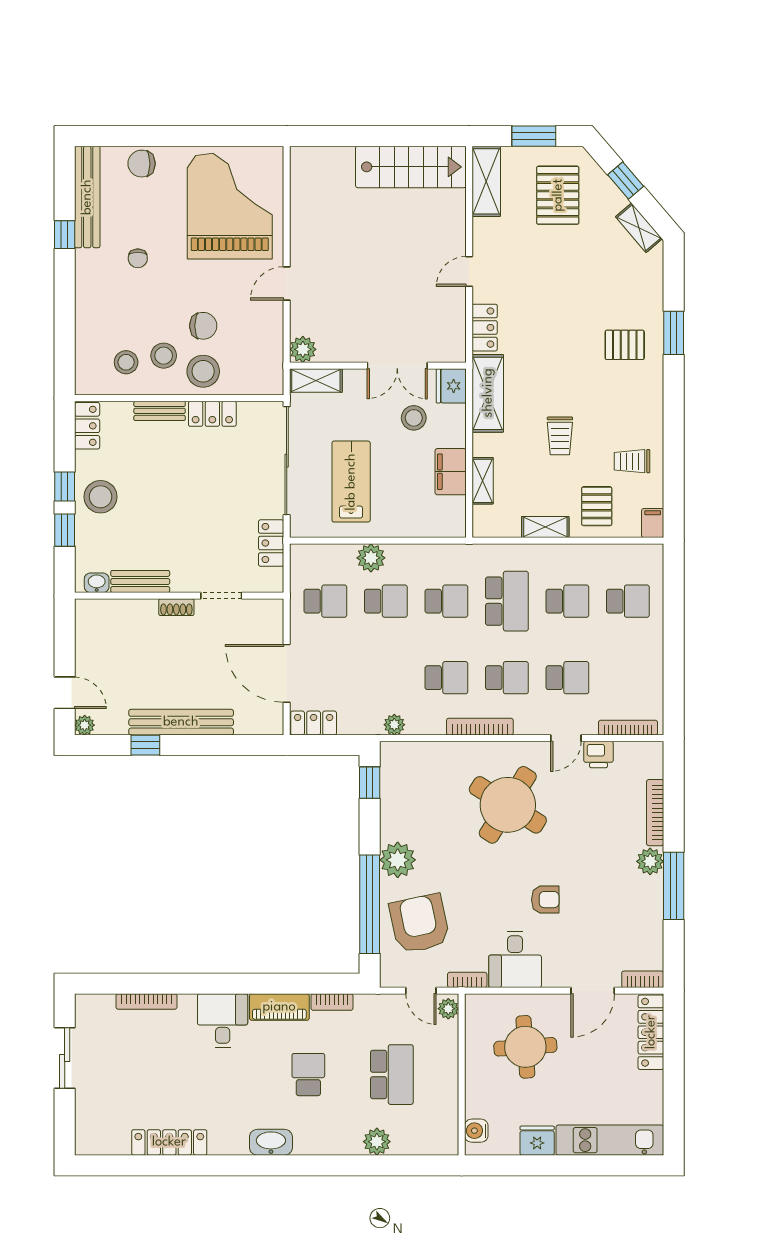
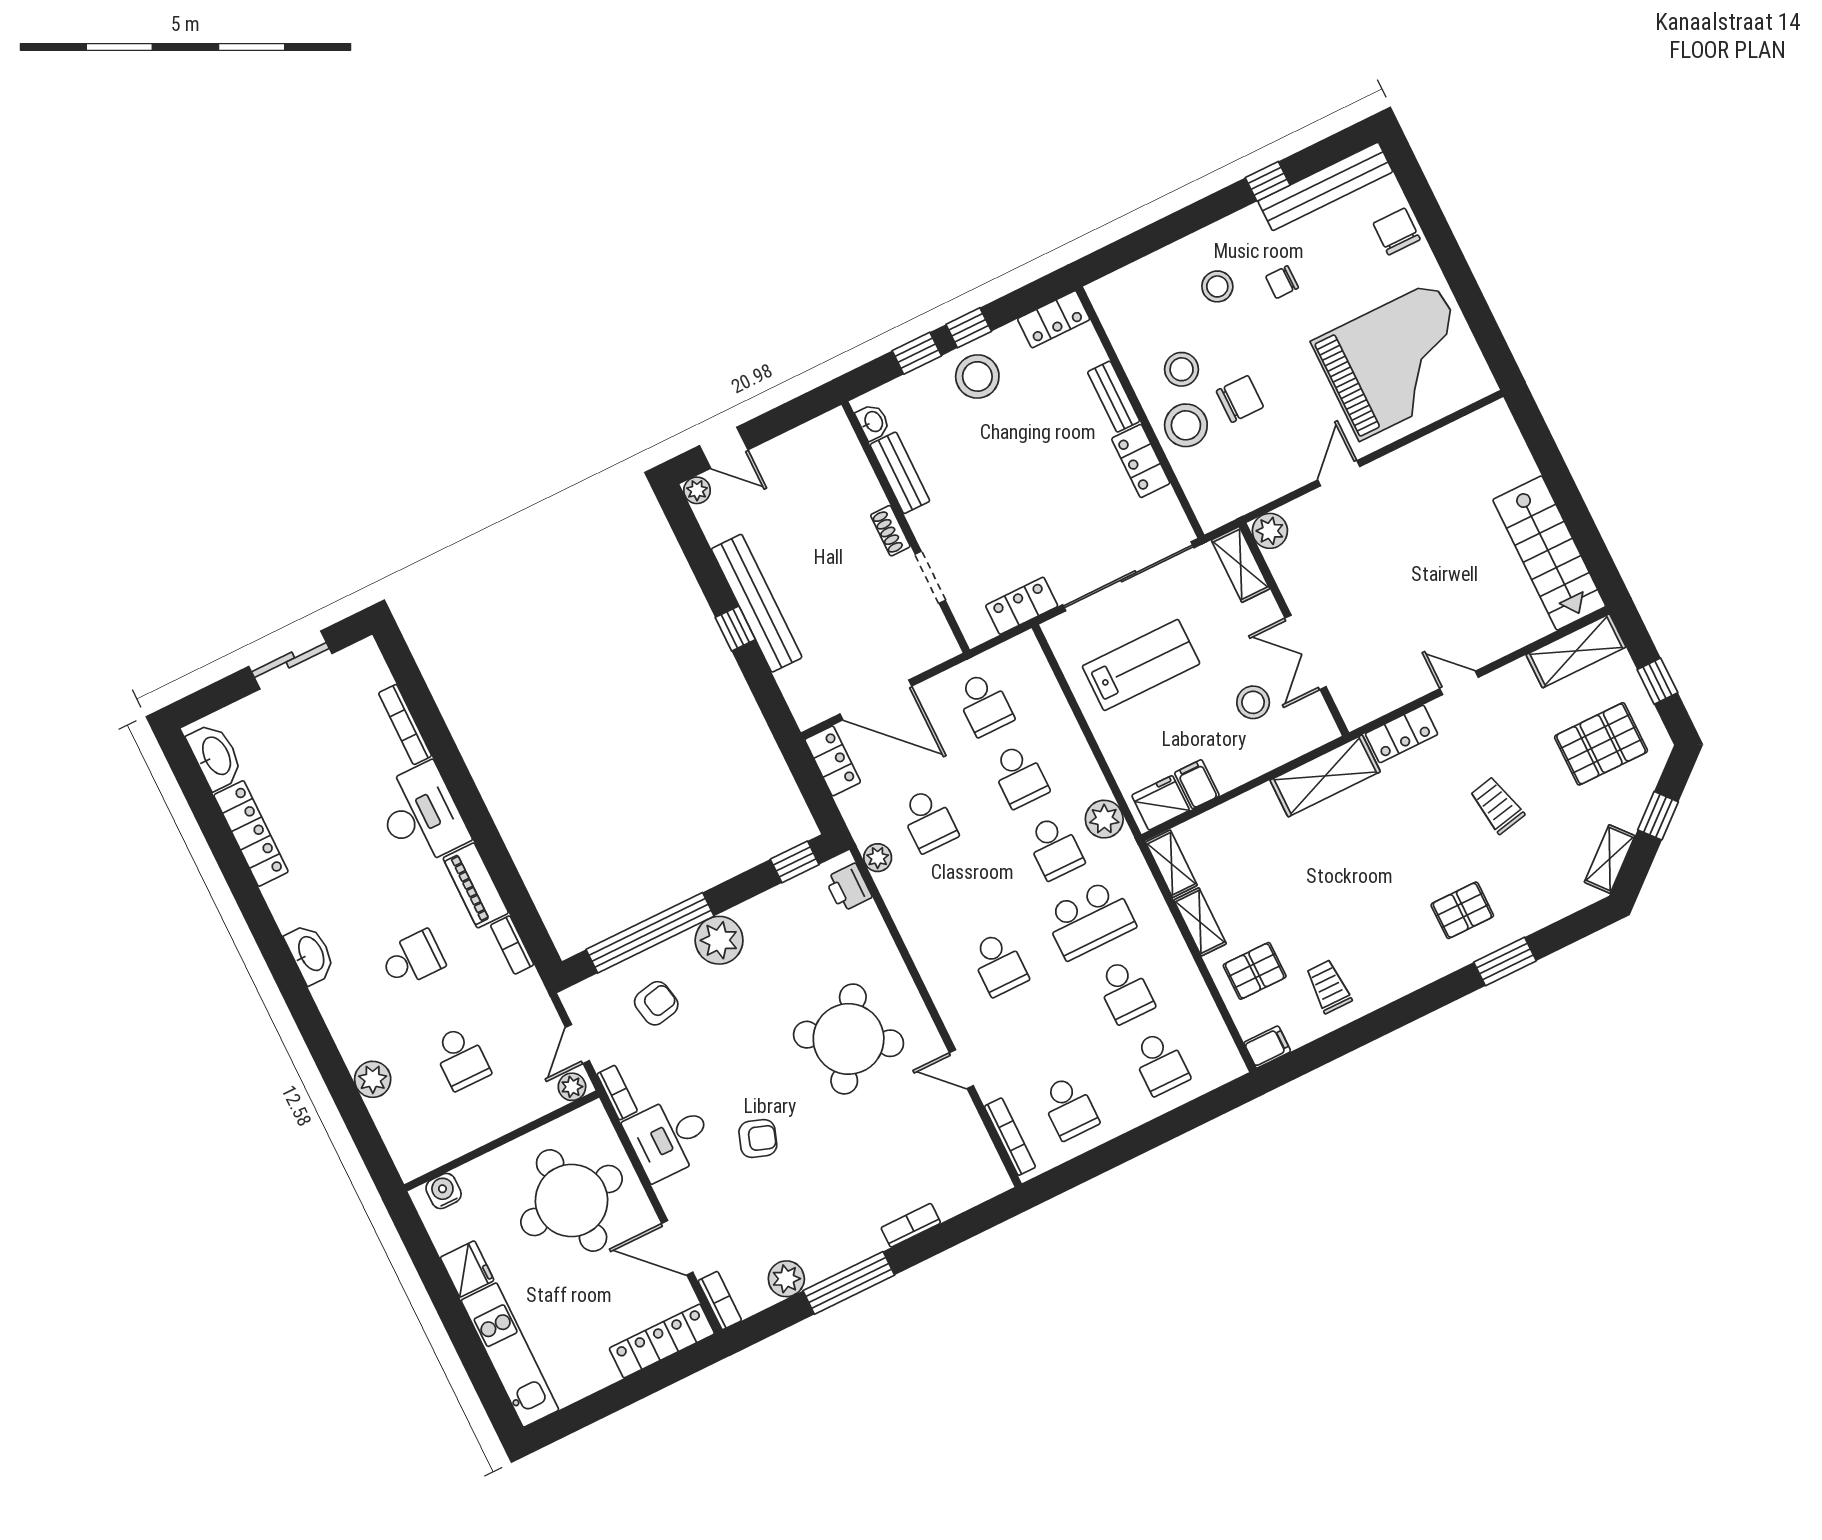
window: (534, 136) -> (1657, 681), width x0.67
door: (287, 283) -> (1339, 473), hinge flipped
chair: (203, 326) -> (1240, 399), turned -90
pallet: (625, 345) -> (1462, 910), turned 90
stool: (126, 362) -> (1217, 286), moved
fridge: (451, 386) -> (1161, 803), moved
trolley: (560, 436) -> (1497, 805), moved, turned 78
filing cabinet: (451, 472) -> (1197, 784), width x0.50
shelving: (483, 481) -> (1171, 864), moved, turned 90
plant: (371, 558) -> (1104, 819), moved
door: (287, 673) -> (876, 700), swing flipped
school desk: (446, 678) -> (928, 820), moved
school desk: (567, 678) -> (1069, 1108), moved
door: (65, 693) -> (724, 448), hinge flipped
bookcase: (480, 727) -> (925, 960), removed
window: (145, 745) -> (735, 629), moved
printer: (598, 754) -> (848, 888), moved
bookcase: (655, 813) -> (911, 1225), width x0.64
plant: (650, 861) -> (786, 1279), moved
armchair: (545, 900) -> (758, 1139), turned -71
armchair: (420, 924) -> (656, 1003), width x0.53, depth x0.53
desk: (223, 1021) -> (421, 815), width x1.37
round table: (525, 1047) -> (572, 1201), width x1.36, depth x1.36
school desk: (392, 1075) -> (461, 1058), width x0.54
washbasin: (105, 1141) -> (216, 756), added

